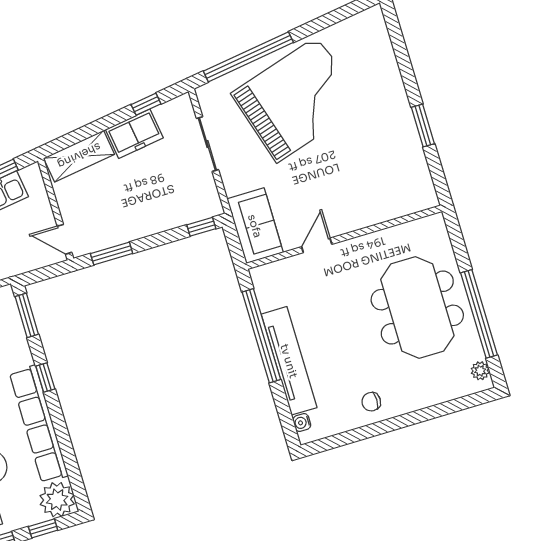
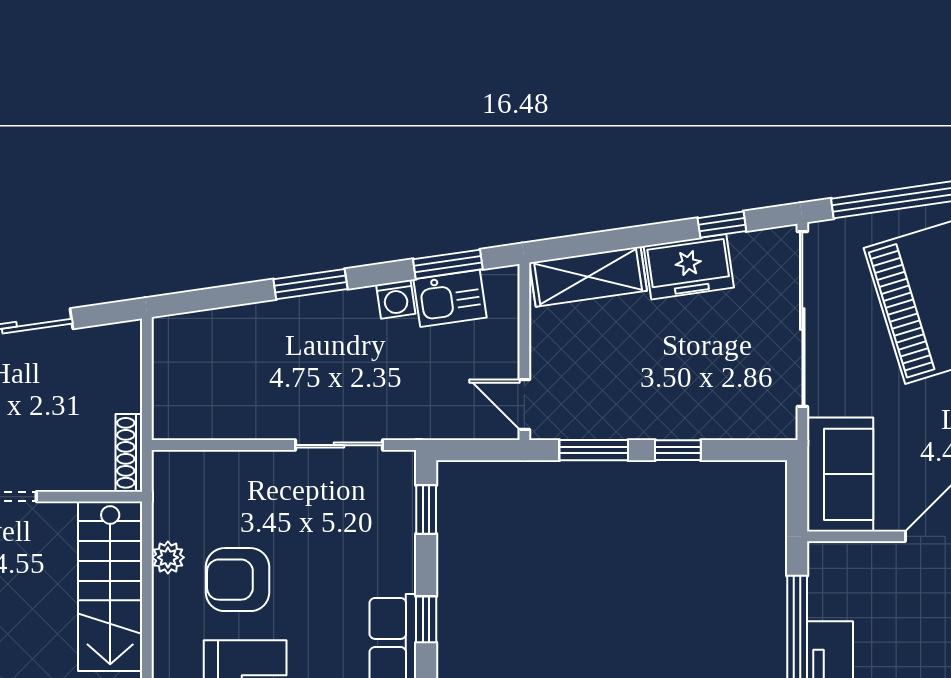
sliding door: (207, 144) -> (802, 319), width x1.86
window: (201, 227) -> (678, 450), moved
window: (27, 315) -> (426, 510), width x0.67

